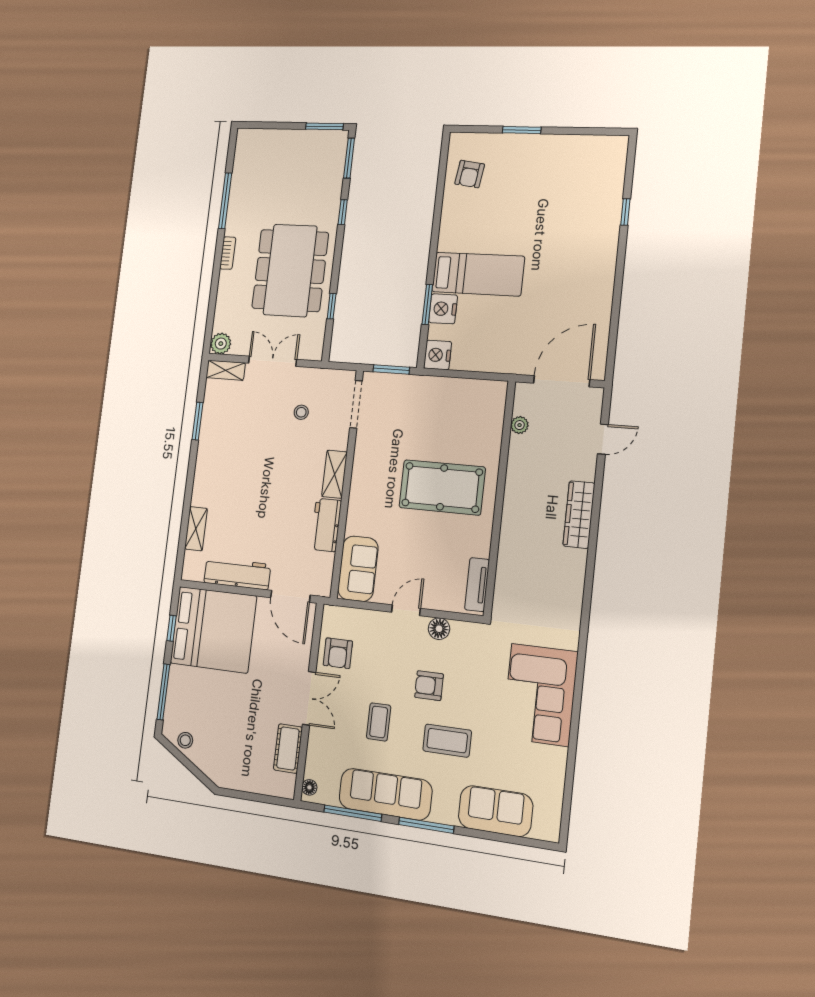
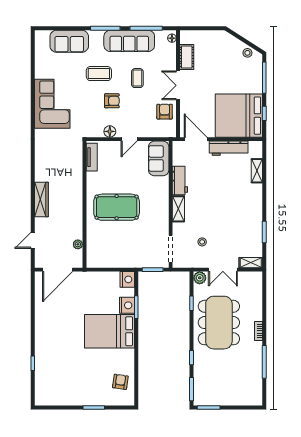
bed: (478, 274) -> (109, 331), width x1.50
plant: (221, 344) -> (200, 278), moved

